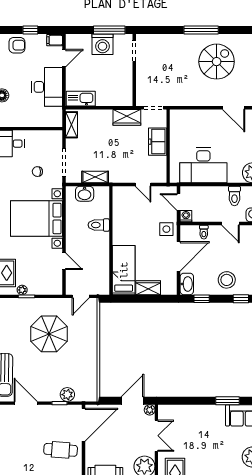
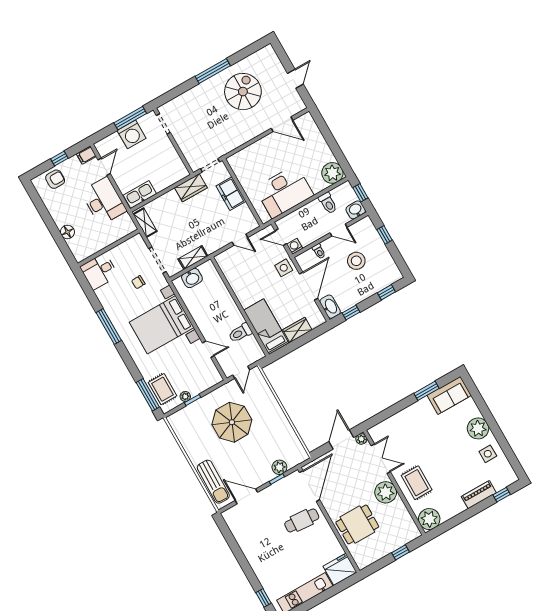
toilet: (99, 225) -> (240, 333), moved
stool: (227, 280) -> (356, 261), moved

